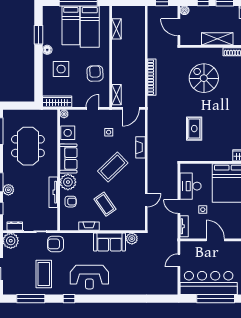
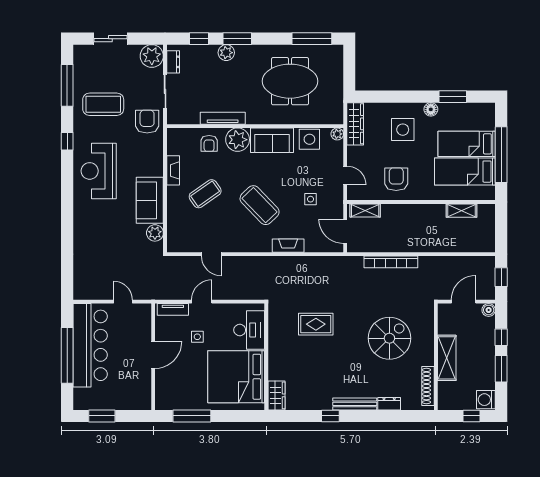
armchair: (95, 73) -> (396, 179), turned -87
desk: (190, 186) -> (249, 330), moved, turned 90

